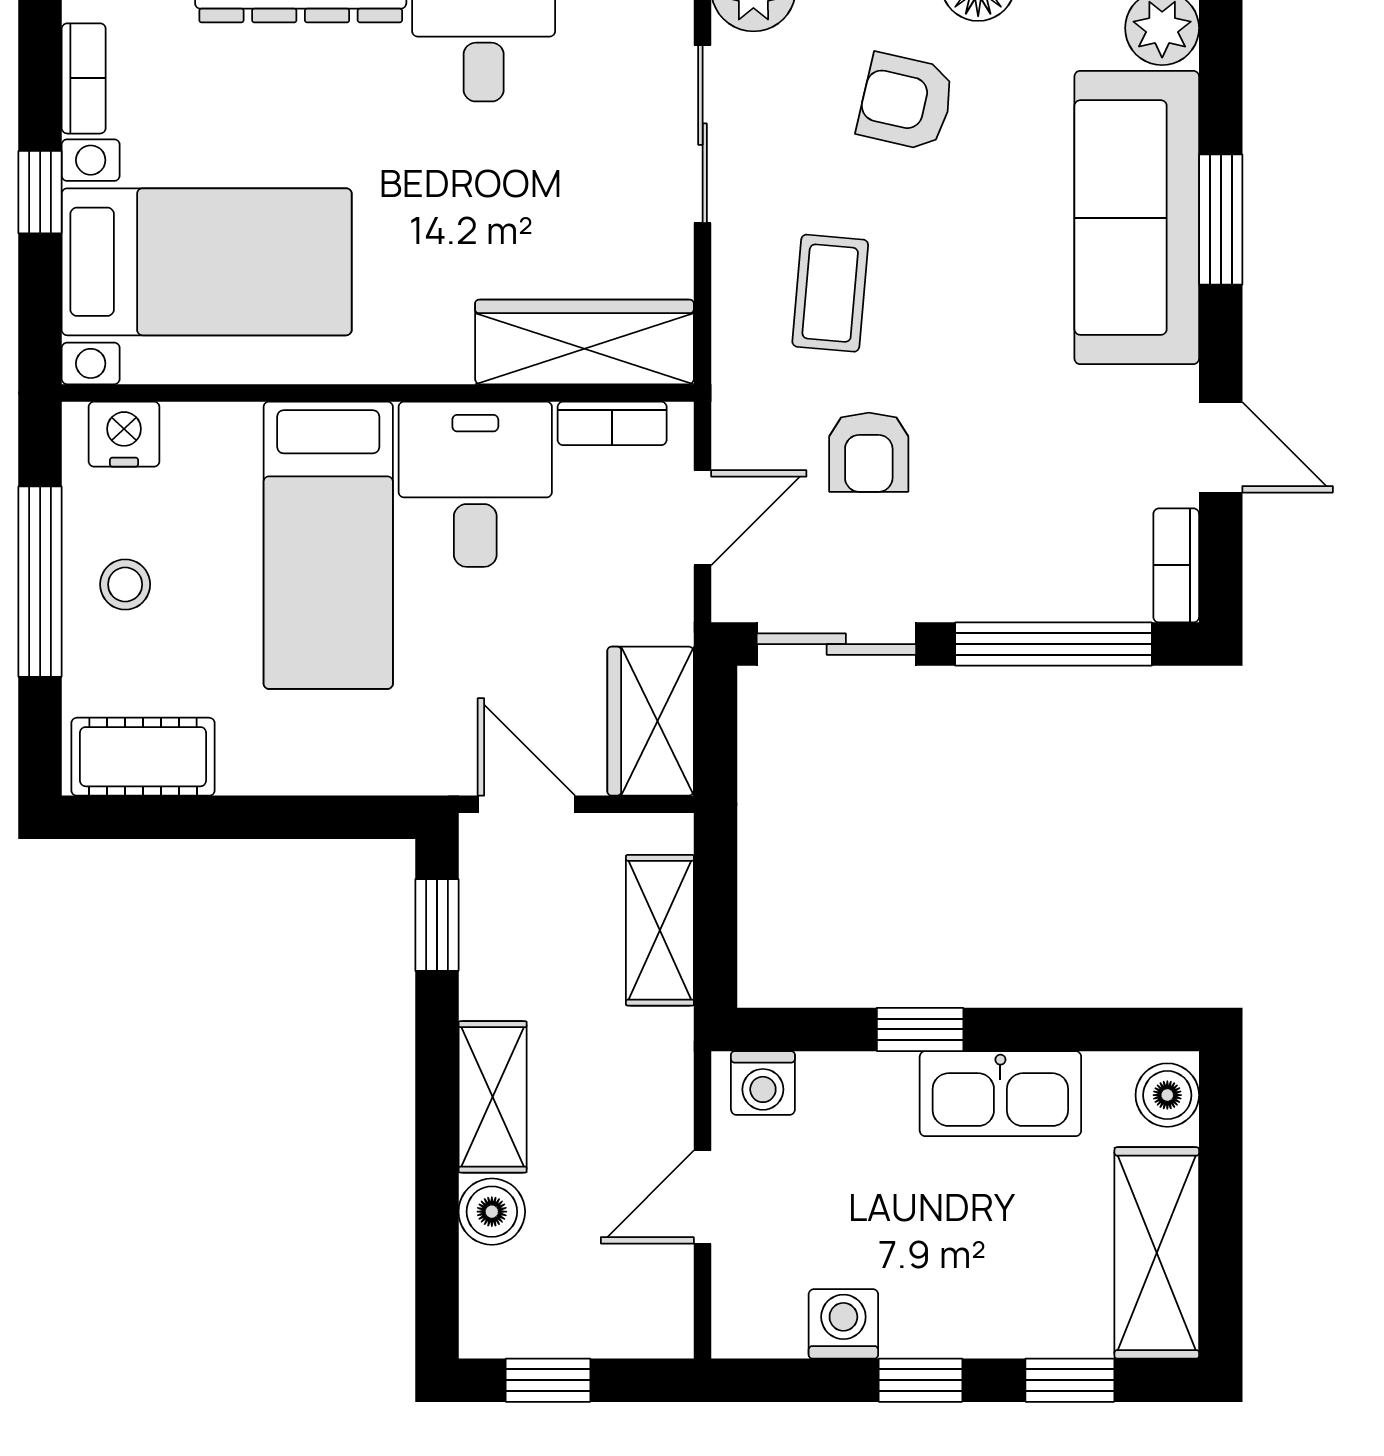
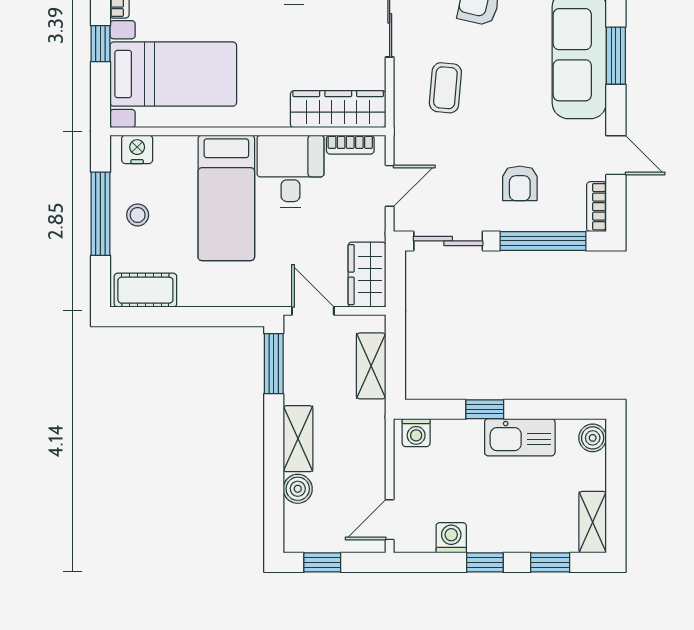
armchair: (869, 452) -> (520, 183), moved
window: (437, 925) -> (274, 364), width x1.50
door: (703, 1197) -> (390, 520), moved
shelving: (1157, 1253) -> (593, 522), width x0.67, depth x0.75

